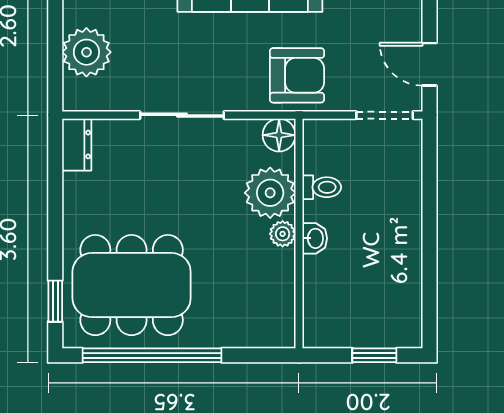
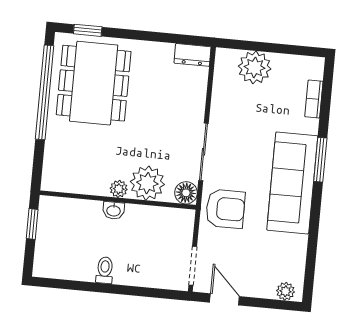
door: (429, 64) -> (224, 299), hinge flipped
armchair: (297, 75) -> (225, 209), turned -90
sliding door: (182, 115) -> (204, 152), moved
toilet: (322, 187) -> (105, 270), moved, turned 180
window: (374, 355) -> (32, 224), moved

